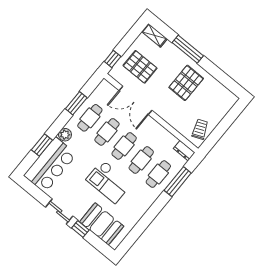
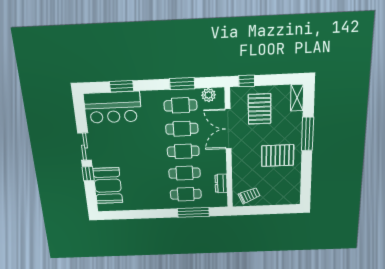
plant: (65, 135) -> (209, 95), moved
dresser: (184, 151) -> (221, 183), moved
checkout: (109, 182) -> (144, 164), removed

